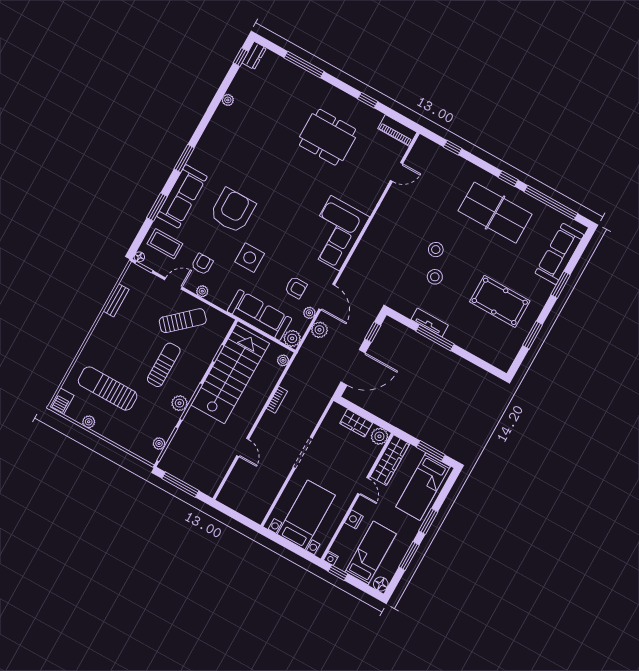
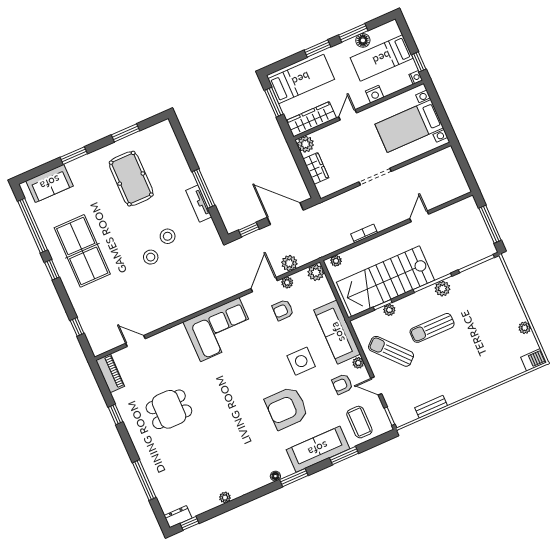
dining table: (327, 137) -> (169, 409), width x0.73
sofa: (559, 254) -> (50, 183), width x0.73
floor lamp: (139, 257) -> (275, 476), moved
armchair: (296, 288) -> (283, 310), turned -90
sofa: (259, 315) -> (337, 332), moved
sun lounger: (108, 388) -> (490, 343), removed
plant: (159, 444) -> (389, 310), moved
floor lamp: (381, 584) -> (363, 40), moved

